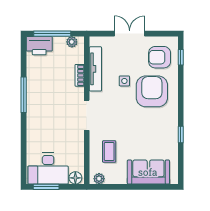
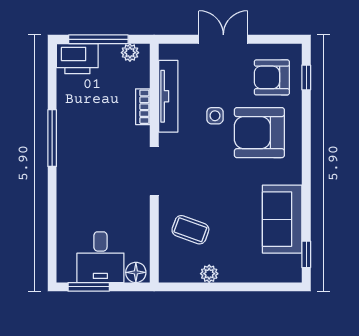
armchair: (152, 91) -> (259, 133), turned -90
window: (181, 134) -> (306, 254), moved
coffee table: (109, 152) -> (190, 230), turned -70
desk: (48, 168) -> (100, 257), width x0.73
sofa: (148, 172) -> (282, 219), moved, turned -90
plant: (99, 179) -> (209, 274), moved

